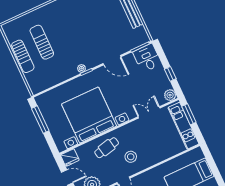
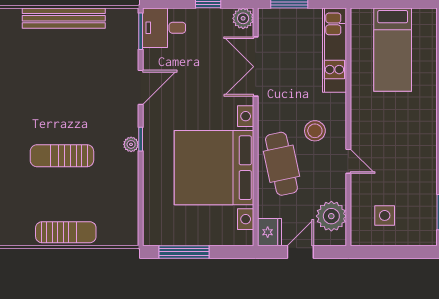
sun lounger: (42, 42) -> (62, 156), moved
double door: (149, 112) -> (256, 67), width x1.37
kitchen unit: (183, 126) -> (334, 50), moved, turned 90
cafe table: (107, 148) -> (281, 164), width x1.37, depth x1.35

